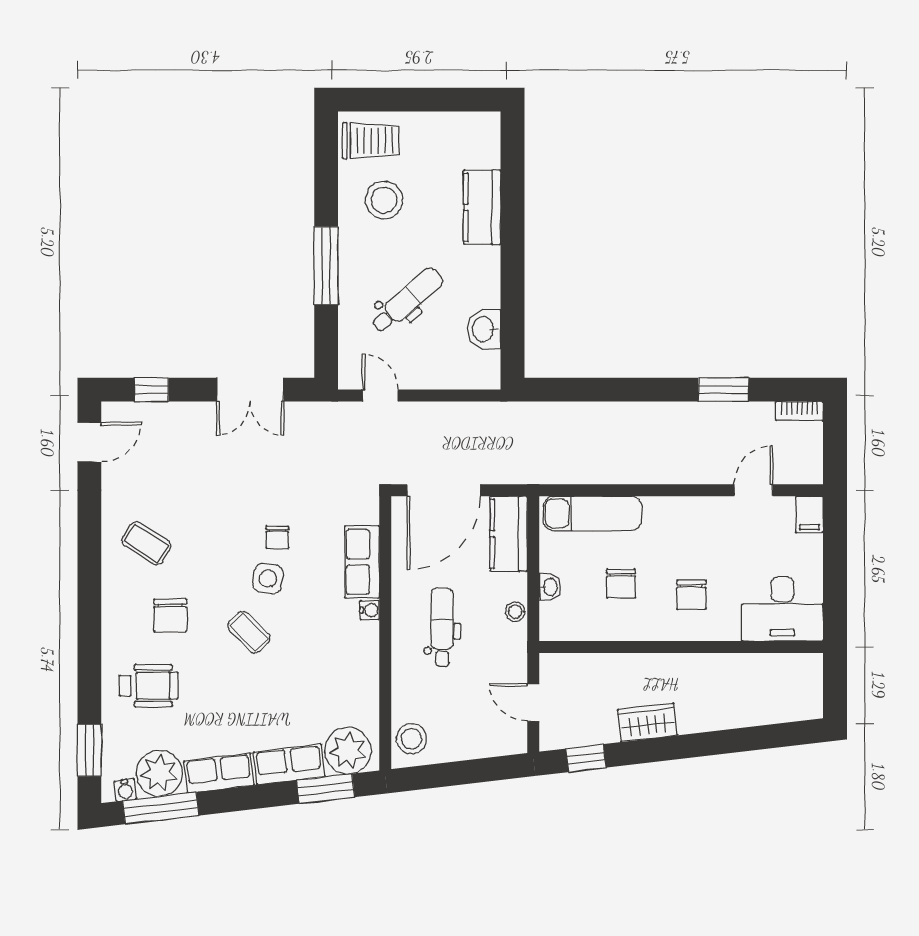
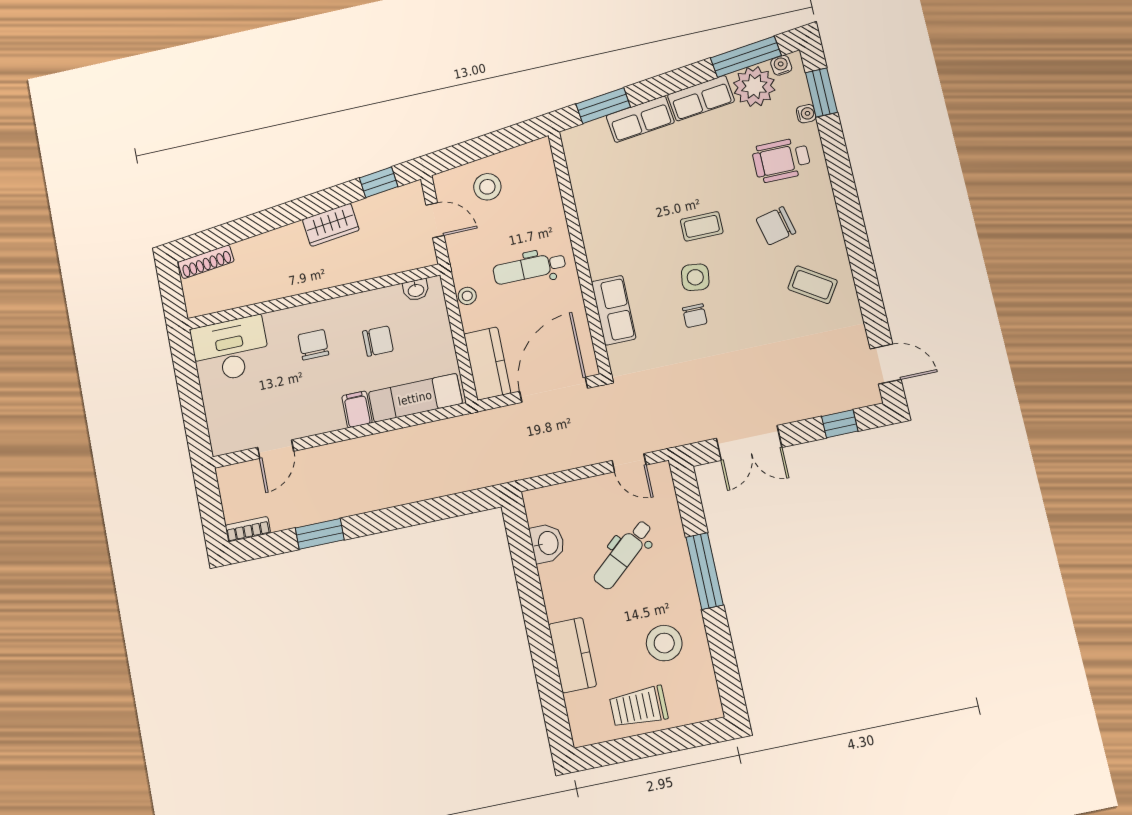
trolley: (371, 141) -> (639, 707), moved
double door: (250, 390) -> (749, 443), swing flipped
door: (89, 442) -> (886, 364), swing flipped
filing cabinet: (810, 514) -> (357, 409), moved
chair: (277, 537) -> (695, 316), turned 180
chair: (621, 584) -> (378, 341), turned 90
washbasin: (550, 587) -> (416, 290), moved, turned -90
water cooler: (370, 610) -> (806, 114), moved, turned 180
chair: (170, 615) -> (776, 226), turned -103
dental chair: (442, 627) -> (529, 268), turned 90
coffee table: (249, 632) -> (702, 226), turned -45
shoe rack: (791, 712) -> (206, 262), added
stool: (411, 739) -> (487, 187), moved
plant: (348, 751) -> (591, 142), removed

